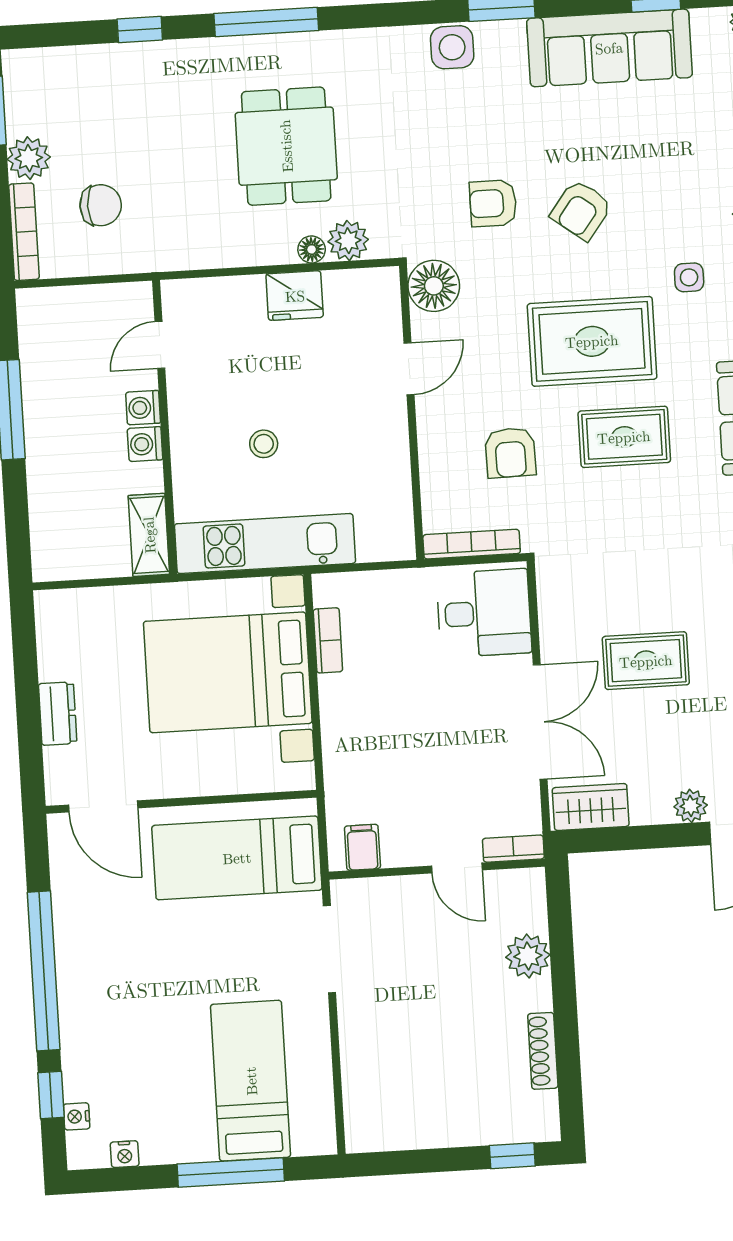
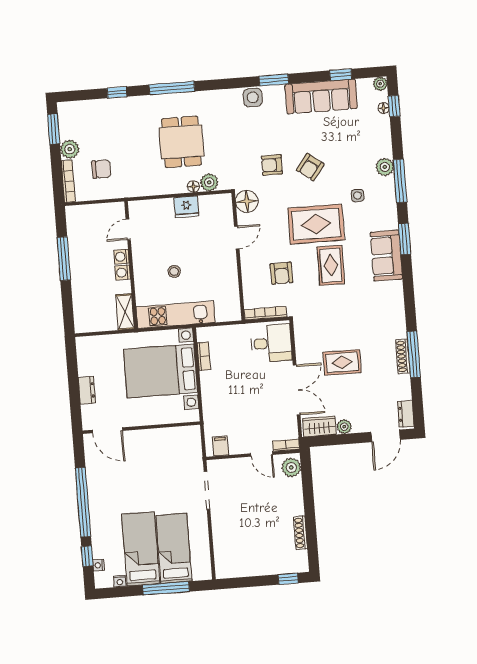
rug: (624, 437) -> (331, 265), turned 90
plant: (691, 806) -> (344, 427), moved
bed: (237, 858) -> (141, 549), moved, turned 90
plant: (528, 956) -> (291, 467), moved

